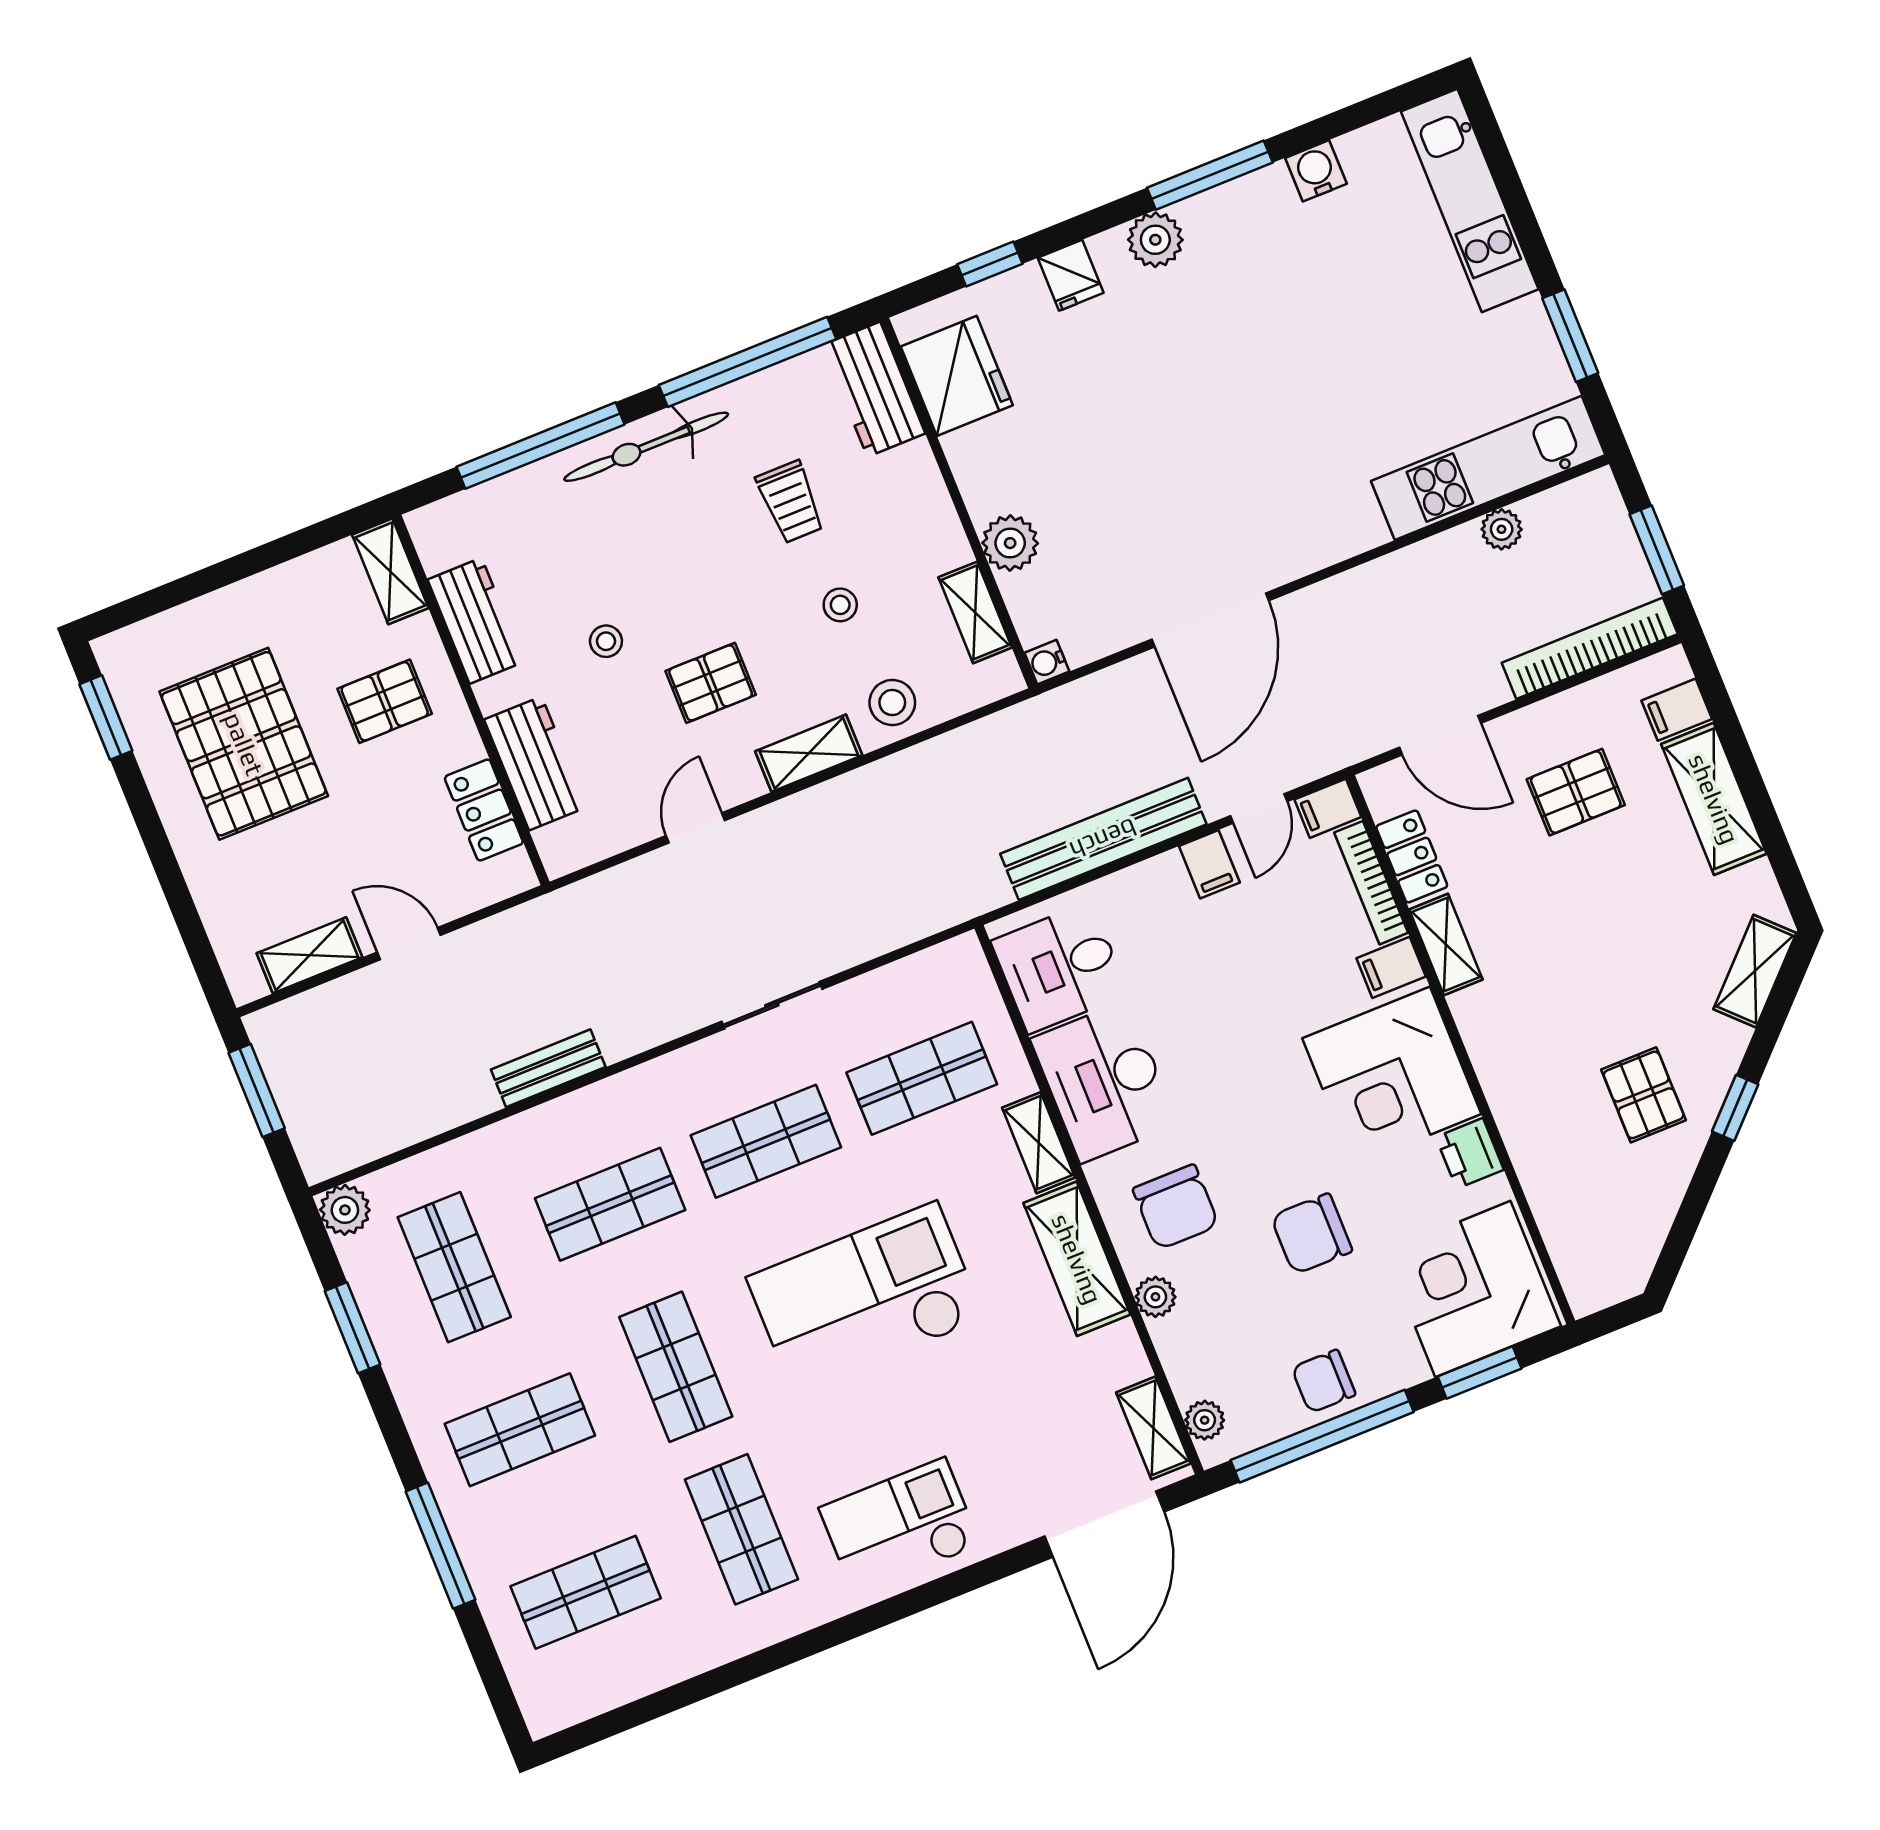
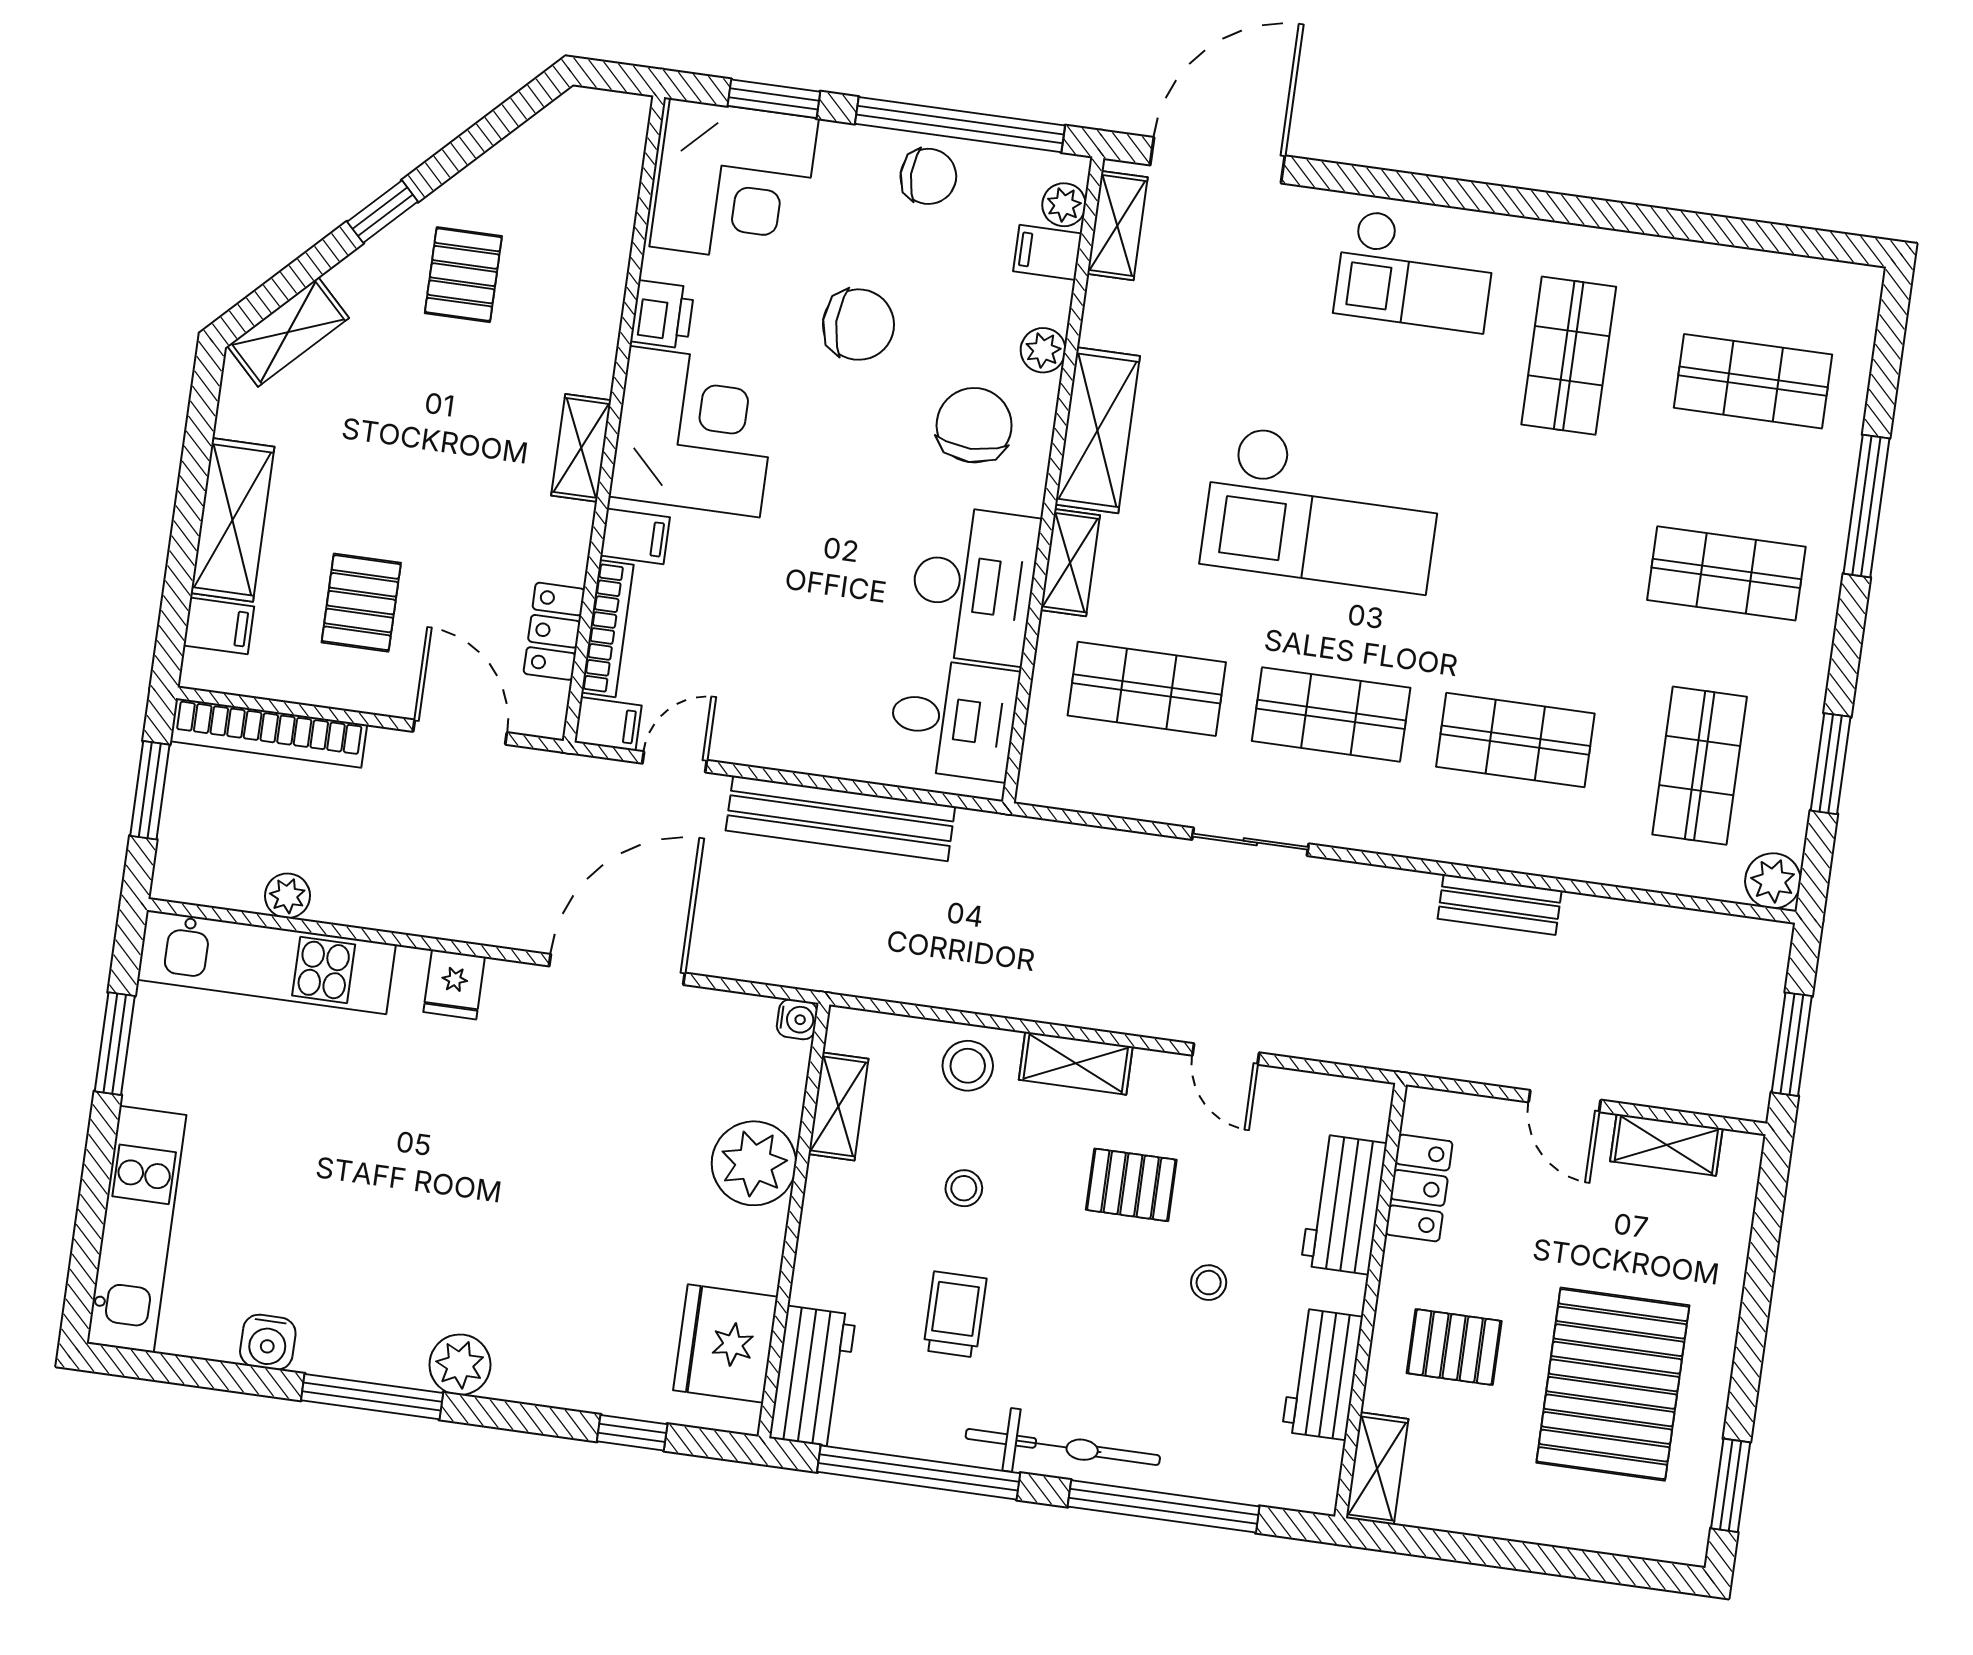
fridge: (1071, 275) -> (454, 984), moved, turned 180
plant: (1010, 543) -> (754, 1163), width x1.36, depth x1.36
pallet: (1576, 792) -> (361, 603), turned 90
door: (695, 828) -> (1226, 1054), hinge flipped
filing cabinet: (1209, 864) -> (1047, 252), moved, turned -90
shelving: (1446, 945) -> (581, 448), moved
shop shelf: (676, 1367) -> (1542, 548), removed

